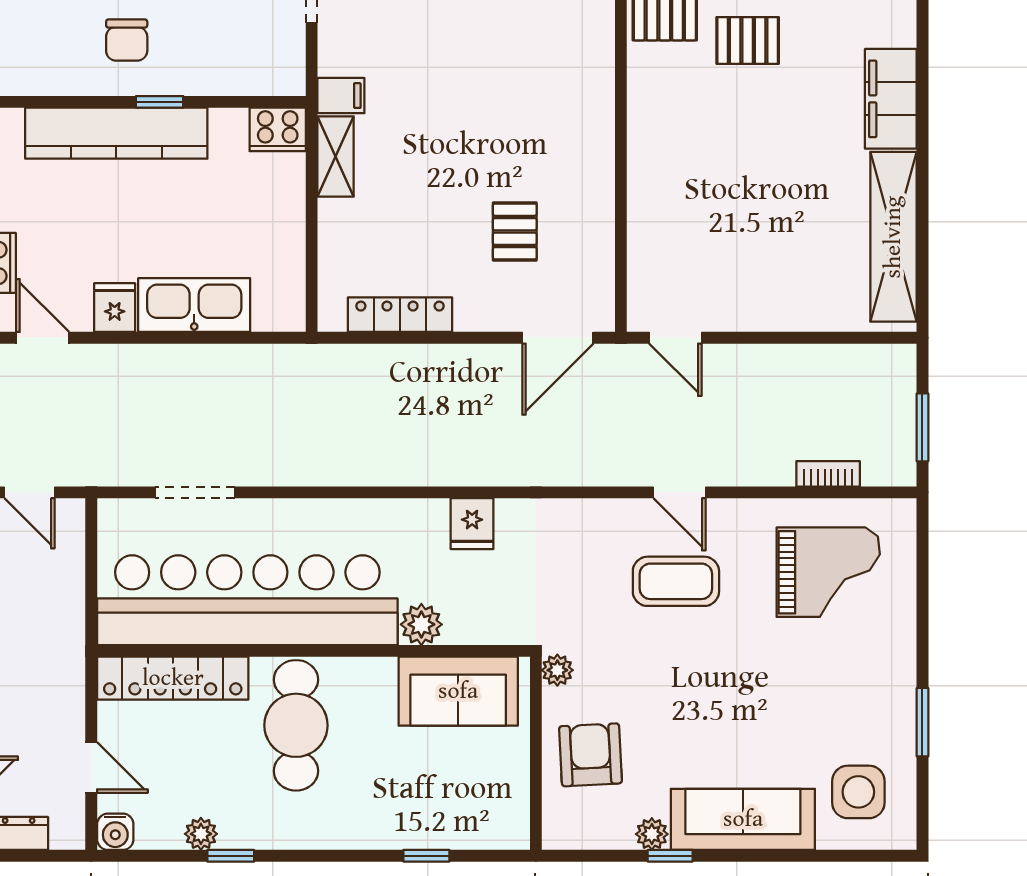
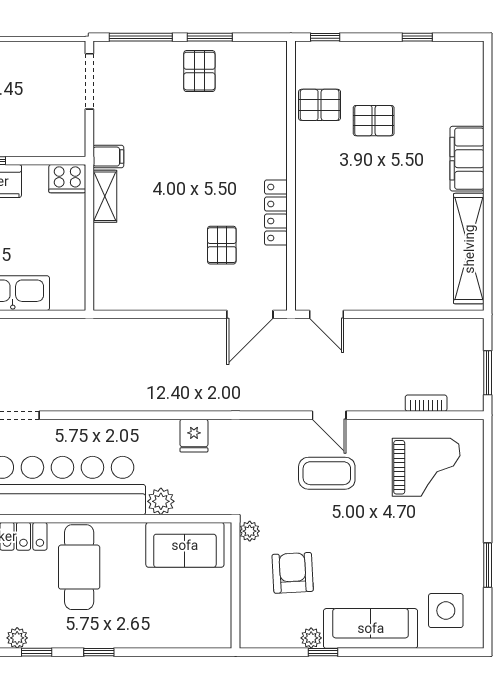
locker: (400, 315) -> (276, 213), moved, turned -90
armchair: (590, 755) -> (293, 573), moved
window: (426, 856) -> (99, 652), moved

